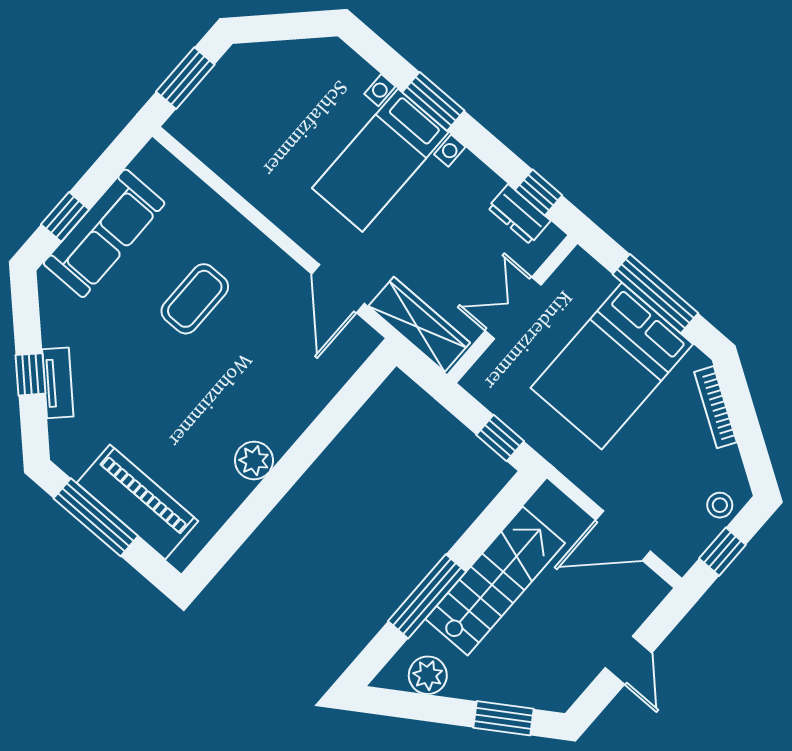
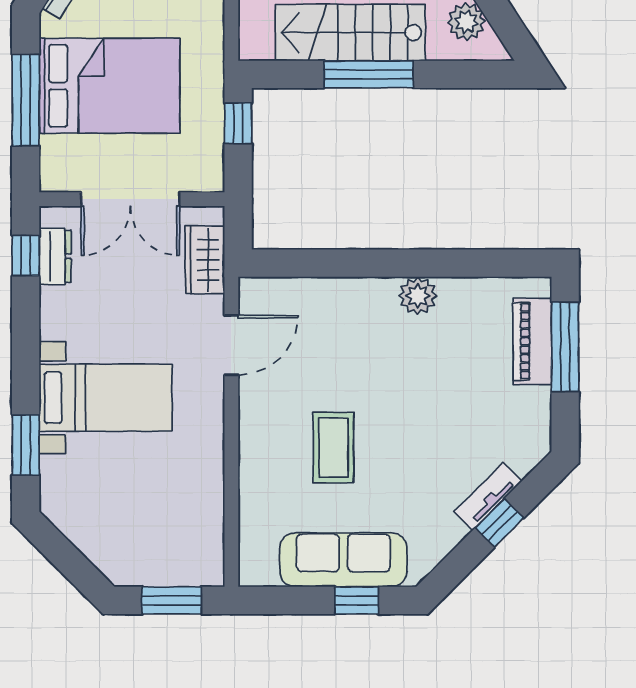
window: (433, 101) -> (26, 445), moved
coffee table: (195, 299) -> (333, 448), turned 90
double door: (513, 308) -> (130, 199), width x1.37
wardrobe: (419, 324) -> (205, 260), width x0.67
piano: (138, 502) -> (532, 341), width x0.73, depth x0.75
window: (96, 517) -> (565, 347), moved
window: (427, 596) -> (368, 74), moved

